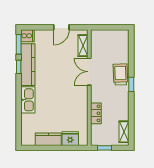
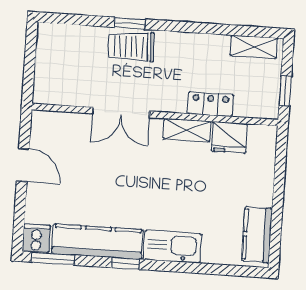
shelving: (83, 46) -> (187, 130), moved
window: (19, 67) -> (125, 263), moved
window: (131, 84) -> (130, 23), moved
kitchen counter: (48, 139) -> (257, 235), moved
fridge: (70, 139) -> (229, 137), moved, turned -90

